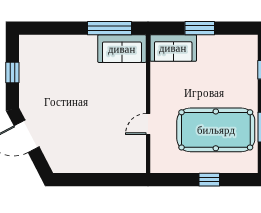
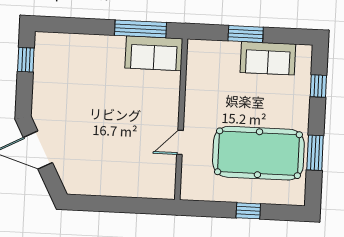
sofa: (173, 48) -> (268, 58), moved
window: (12, 73) -> (26, 60), moved

